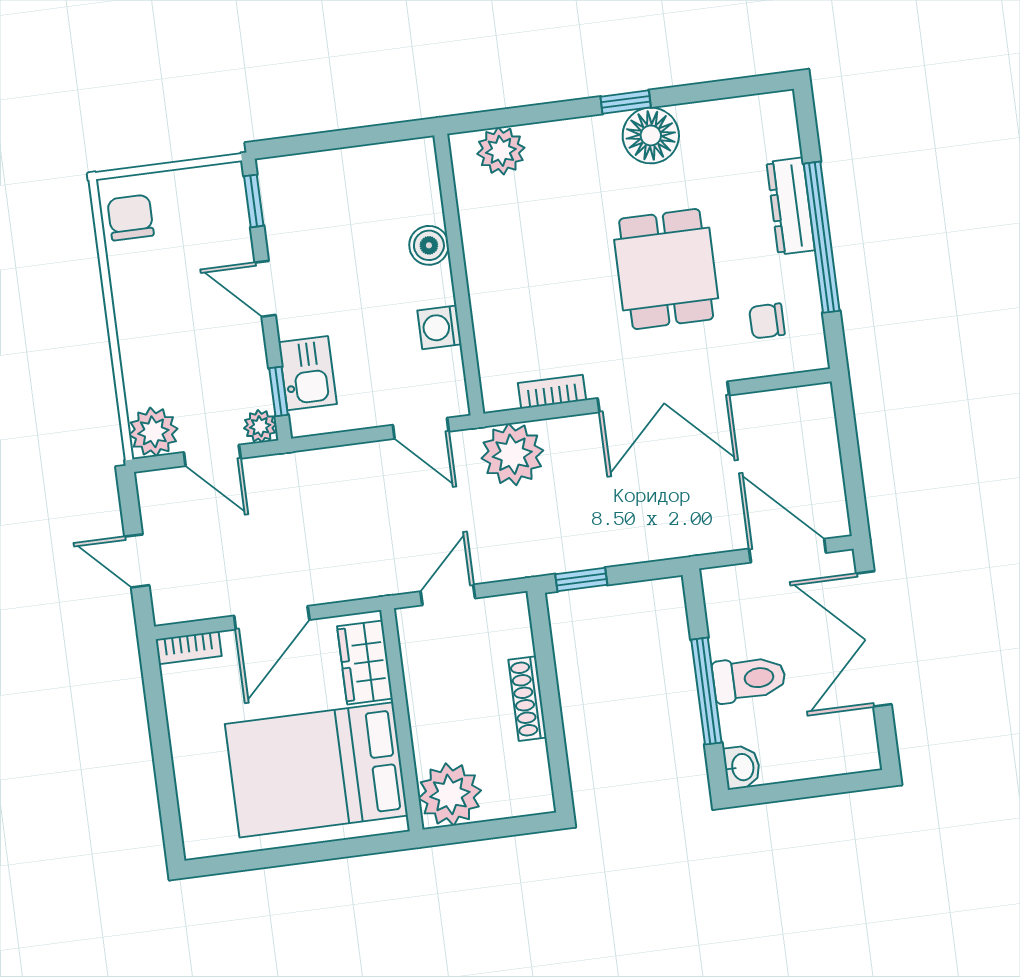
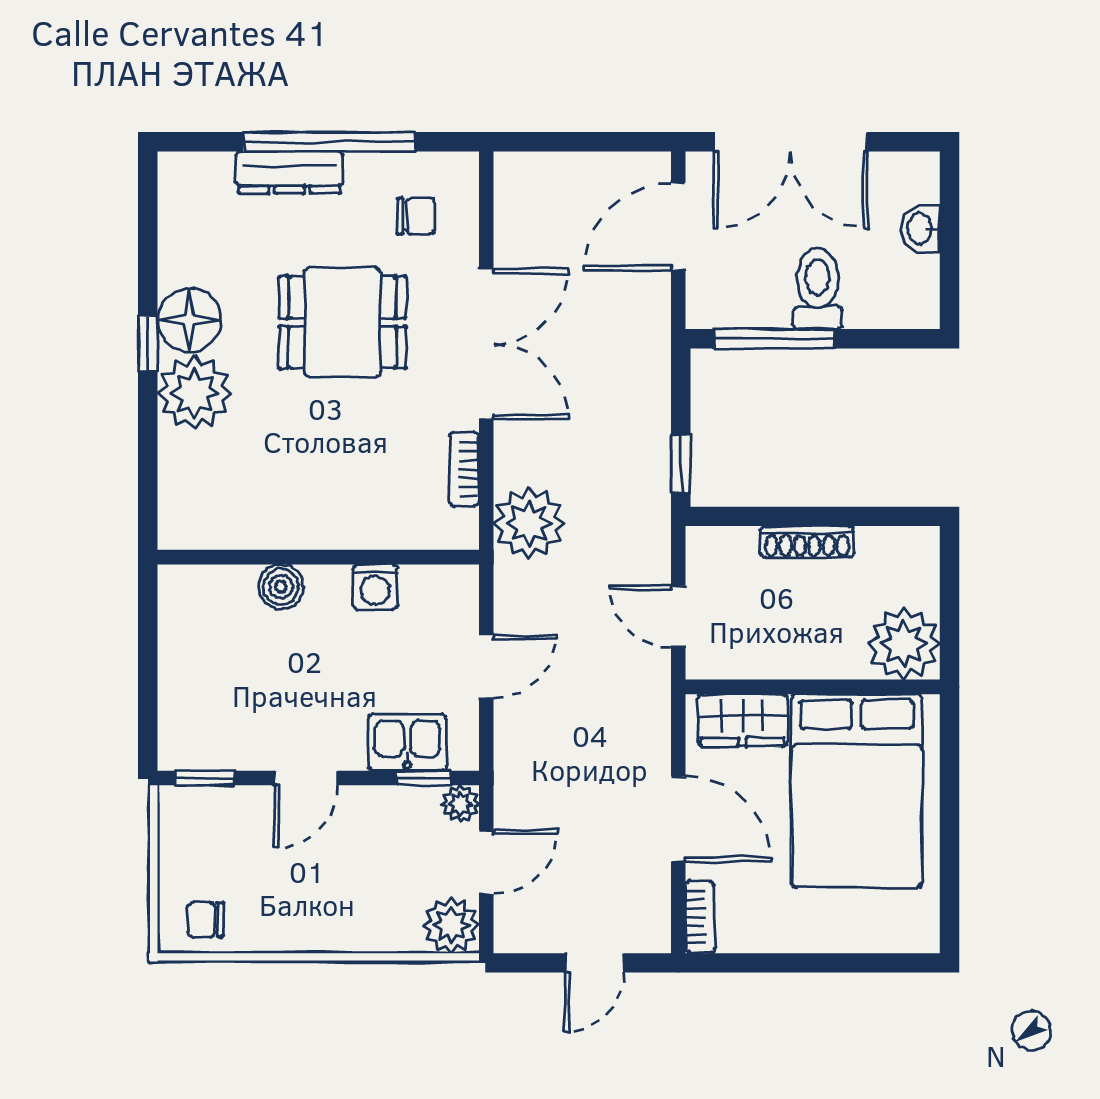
plant: (501, 151) -> (195, 393), moved, width x1.36, depth x1.36
chair: (131, 218) -> (206, 920), width x0.73, depth x0.73
chair: (767, 321) -> (416, 216), turned -90
door: (421, 428) -> (486, 667), moved
window: (706, 691) -> (774, 339), moved
washbasin: (742, 767) -> (921, 229), moved, turned -90

